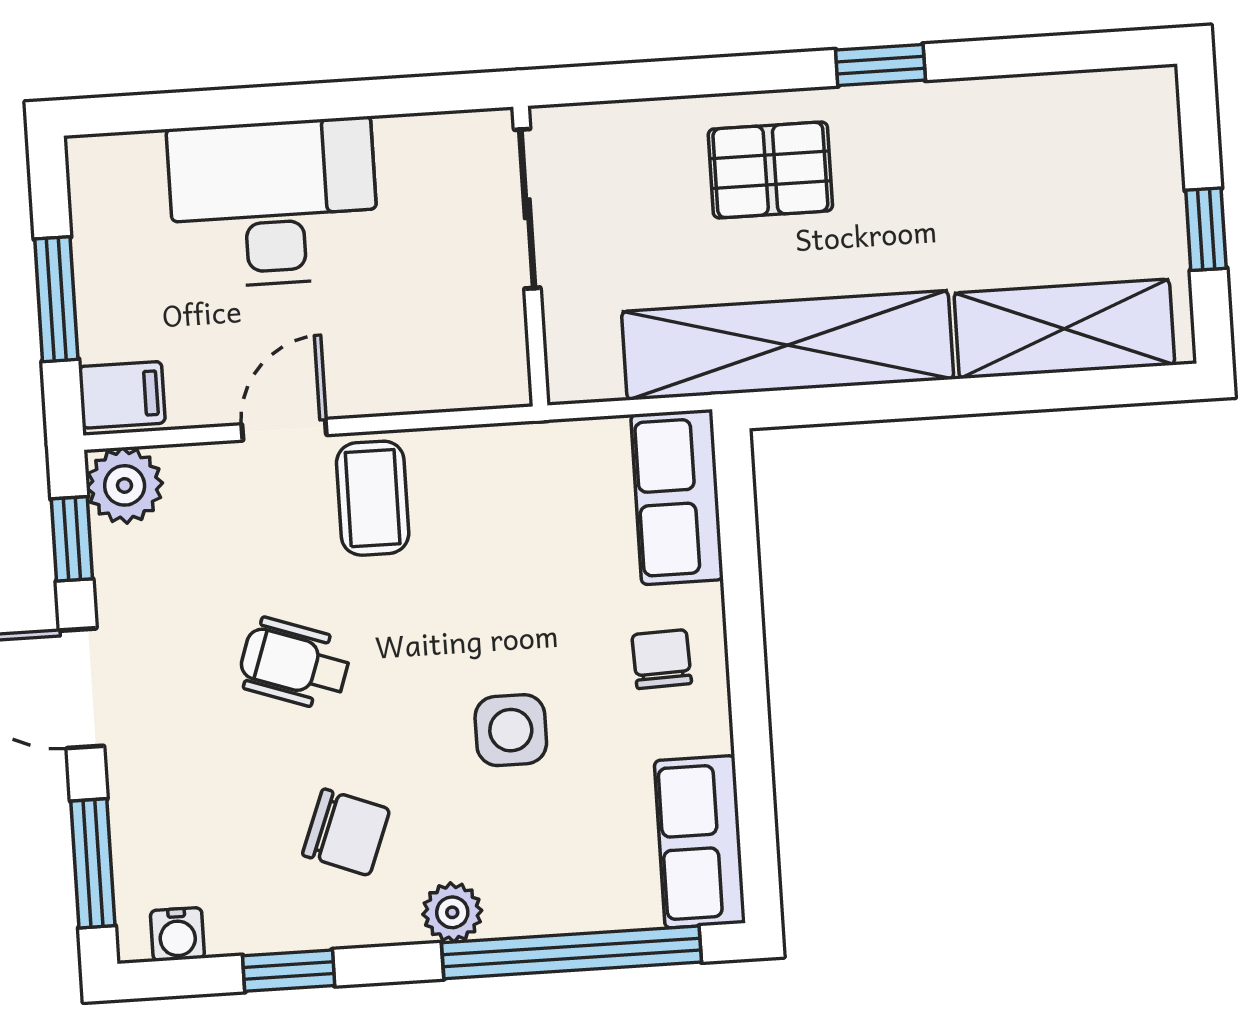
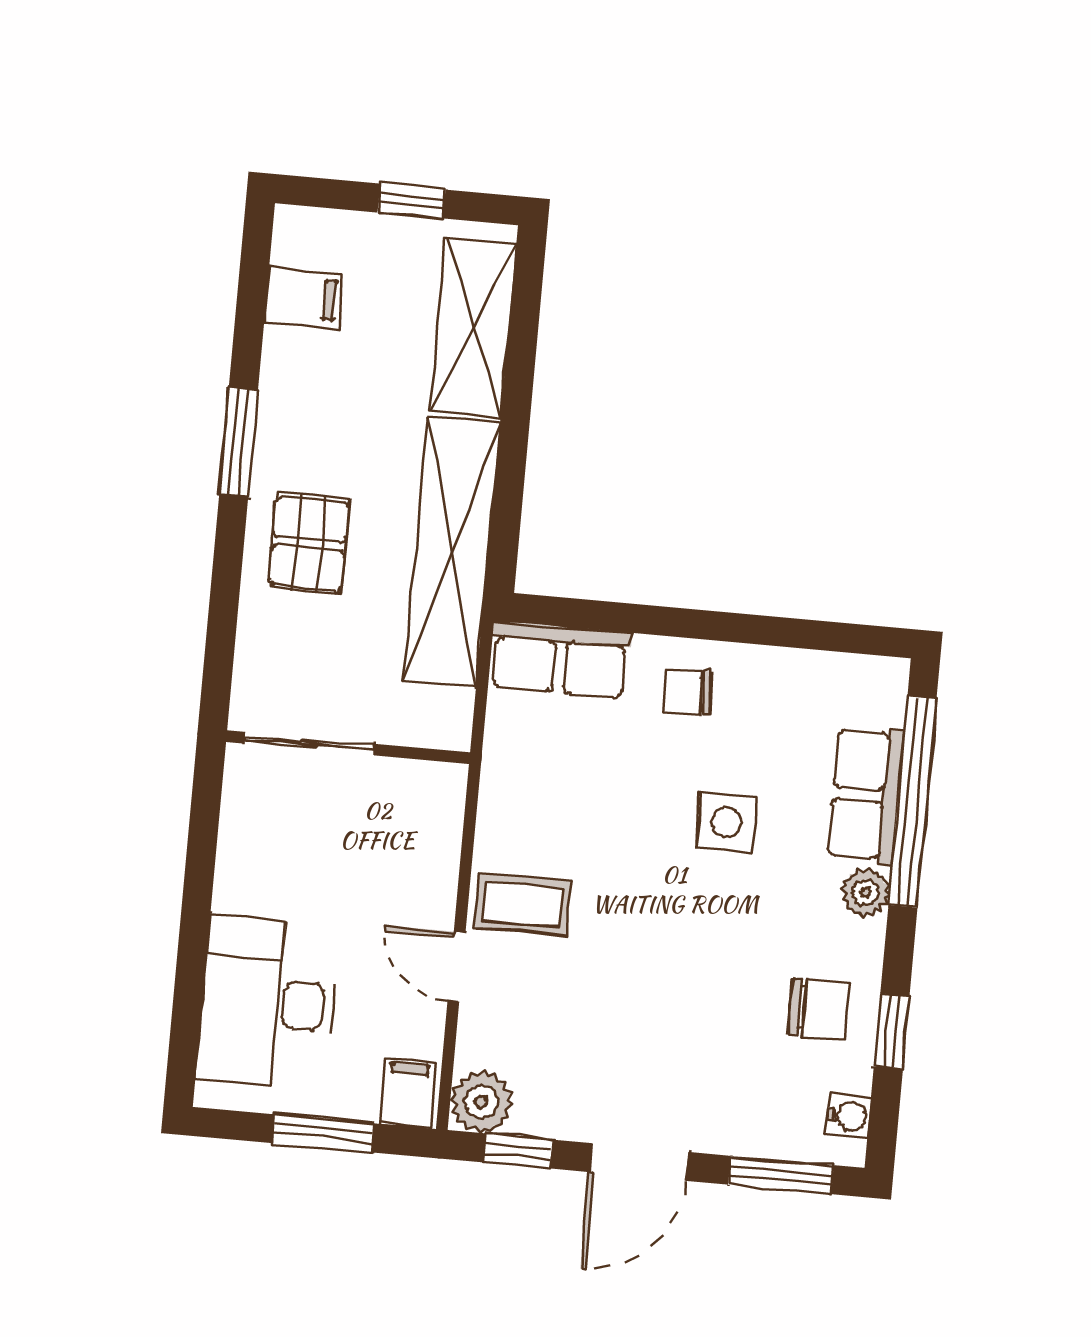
window: (880, 65) -> (239, 442), width x1.50
filing cabinet: (1068, 117) -> (304, 298), added
desk: (273, 203) -> (268, 1003), moved
wheelchair: (295, 664) -> (646, 988), removed
chair: (346, 832) -> (819, 1009), moved, turned 69
row of seats: (700, 842) -> (866, 795), moved, turned 90

